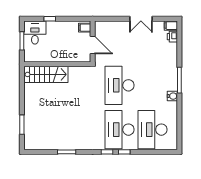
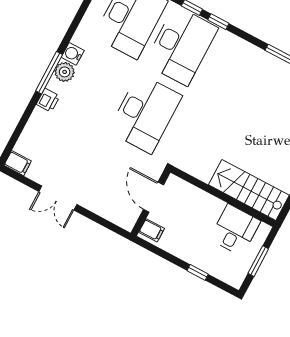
double door: (141, 19) -> (58, 198), swing flipped
desk: (35, 32) -> (235, 230), moved, turned 180
printer: (172, 37) -> (48, 100), moved
plant: (172, 85) -> (65, 72), added

